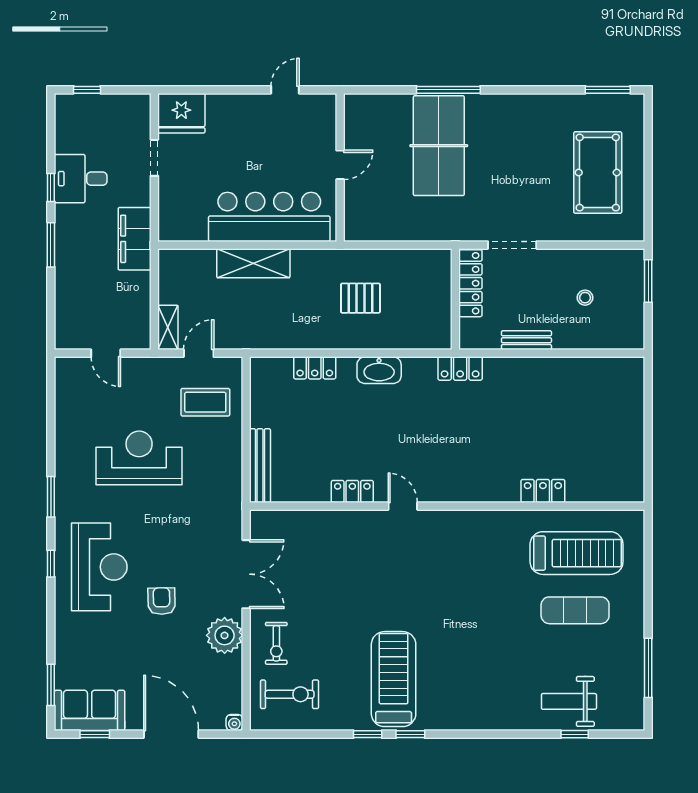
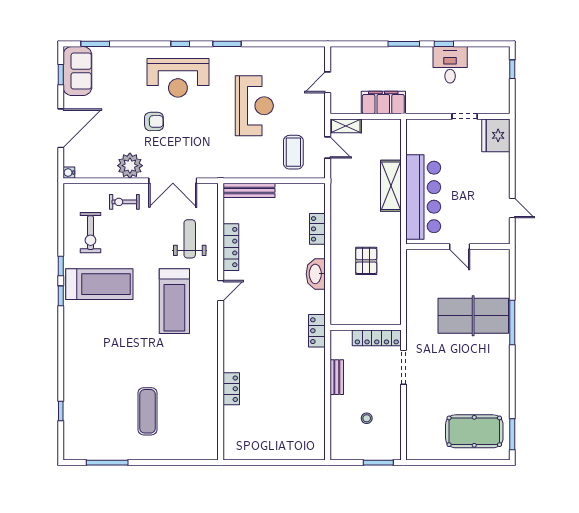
pool table: (598, 173) -> (474, 431), moved
filing cabinet: (135, 239) -> (383, 103), moved
locker: (352, 491) -> (231, 247), width x1.53
treadmill: (577, 553) -> (174, 301), moved
exercise bike: (290, 694) -> (90, 233), moved
weight bench: (569, 701) -> (190, 239), moved

